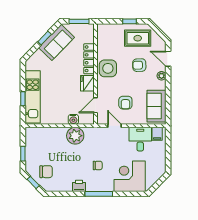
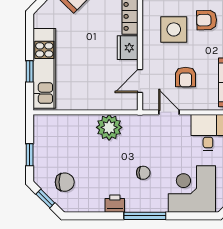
side table: (108, 68) -> (174, 29), moved
water cooler: (73, 119) -> (106, 103), removed

